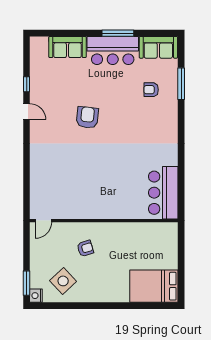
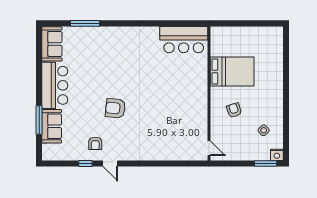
window: (118, 33) -> (39, 120), moved
armchair: (151, 90) -> (95, 143), moved
door: (27, 112) -> (110, 163), swing flipped
side table: (63, 281) -> (264, 130), width x0.54, depth x0.54
bed: (154, 286) -> (232, 72), moved, turned -90

